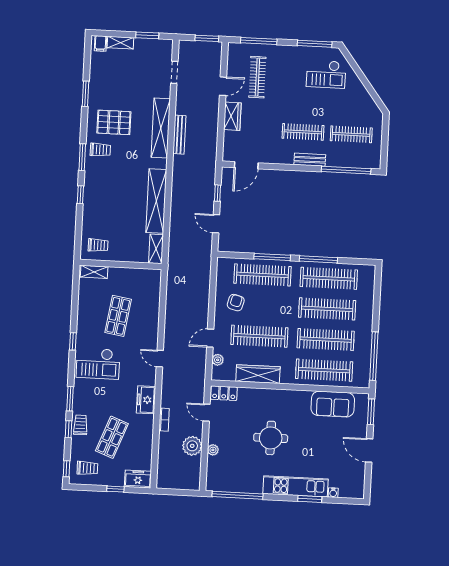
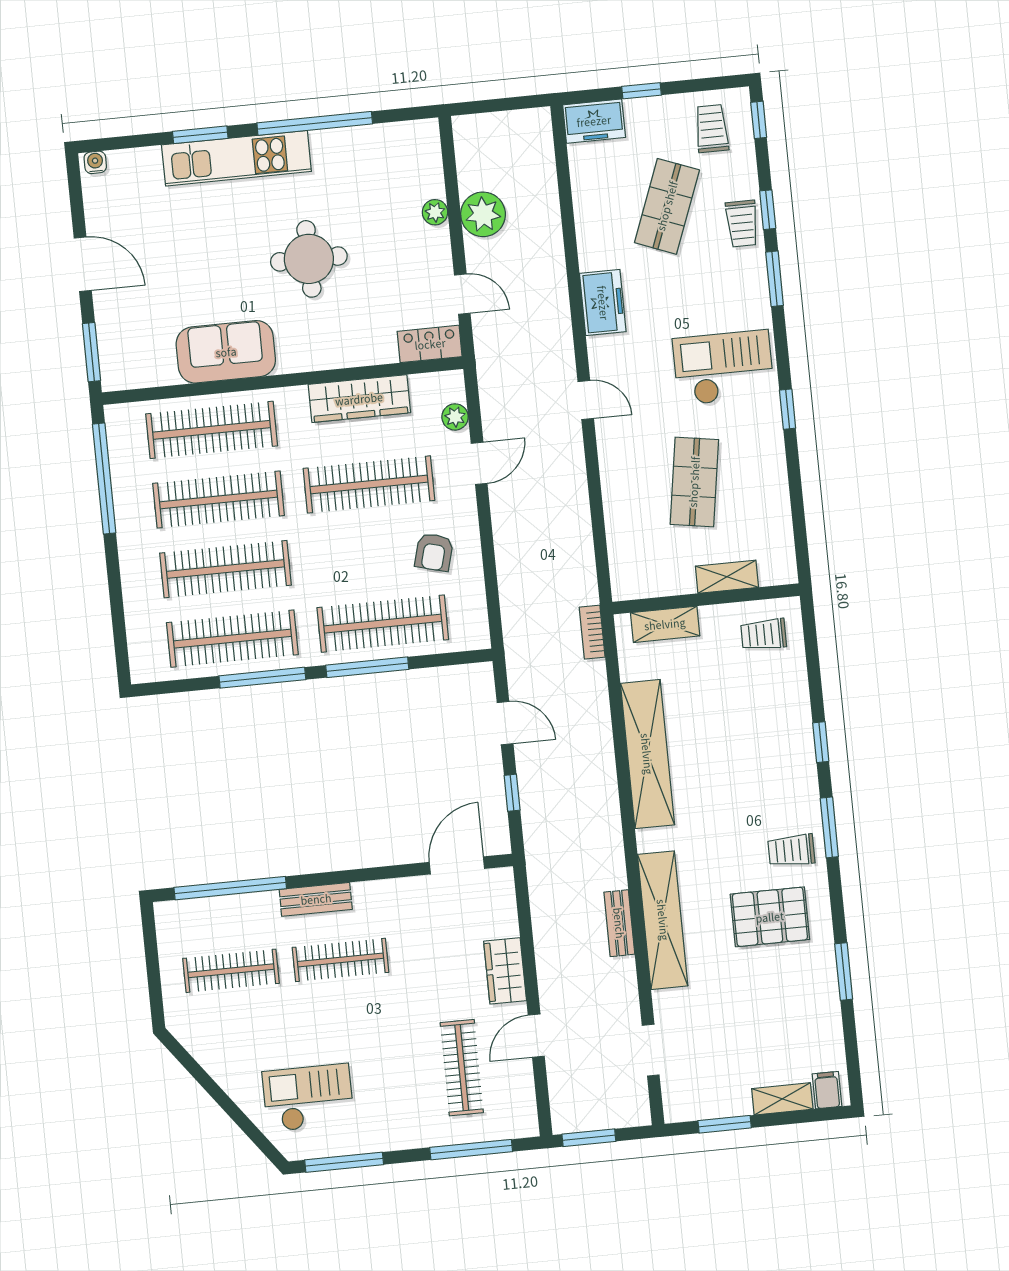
bench: (179, 135) -> (619, 923), width x0.73
shelving: (156, 249) -> (665, 624), moved, turned 90
shelving: (94, 272) -> (727, 577), moved
sofa: (333, 404) -> (226, 352), moved
bookcase: (164, 420) -> (592, 632), moved
trolley: (87, 468) -> (712, 128), turned 90
water cooler: (333, 493) -> (95, 162), moved
window: (237, 495) -> (315, 123), moved

